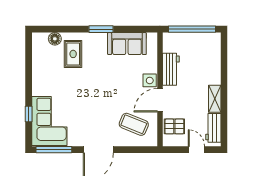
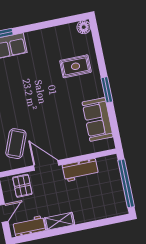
floor lamp: (55, 39) -> (84, 27), moved
side table: (150, 80) -> (64, 151), removed

